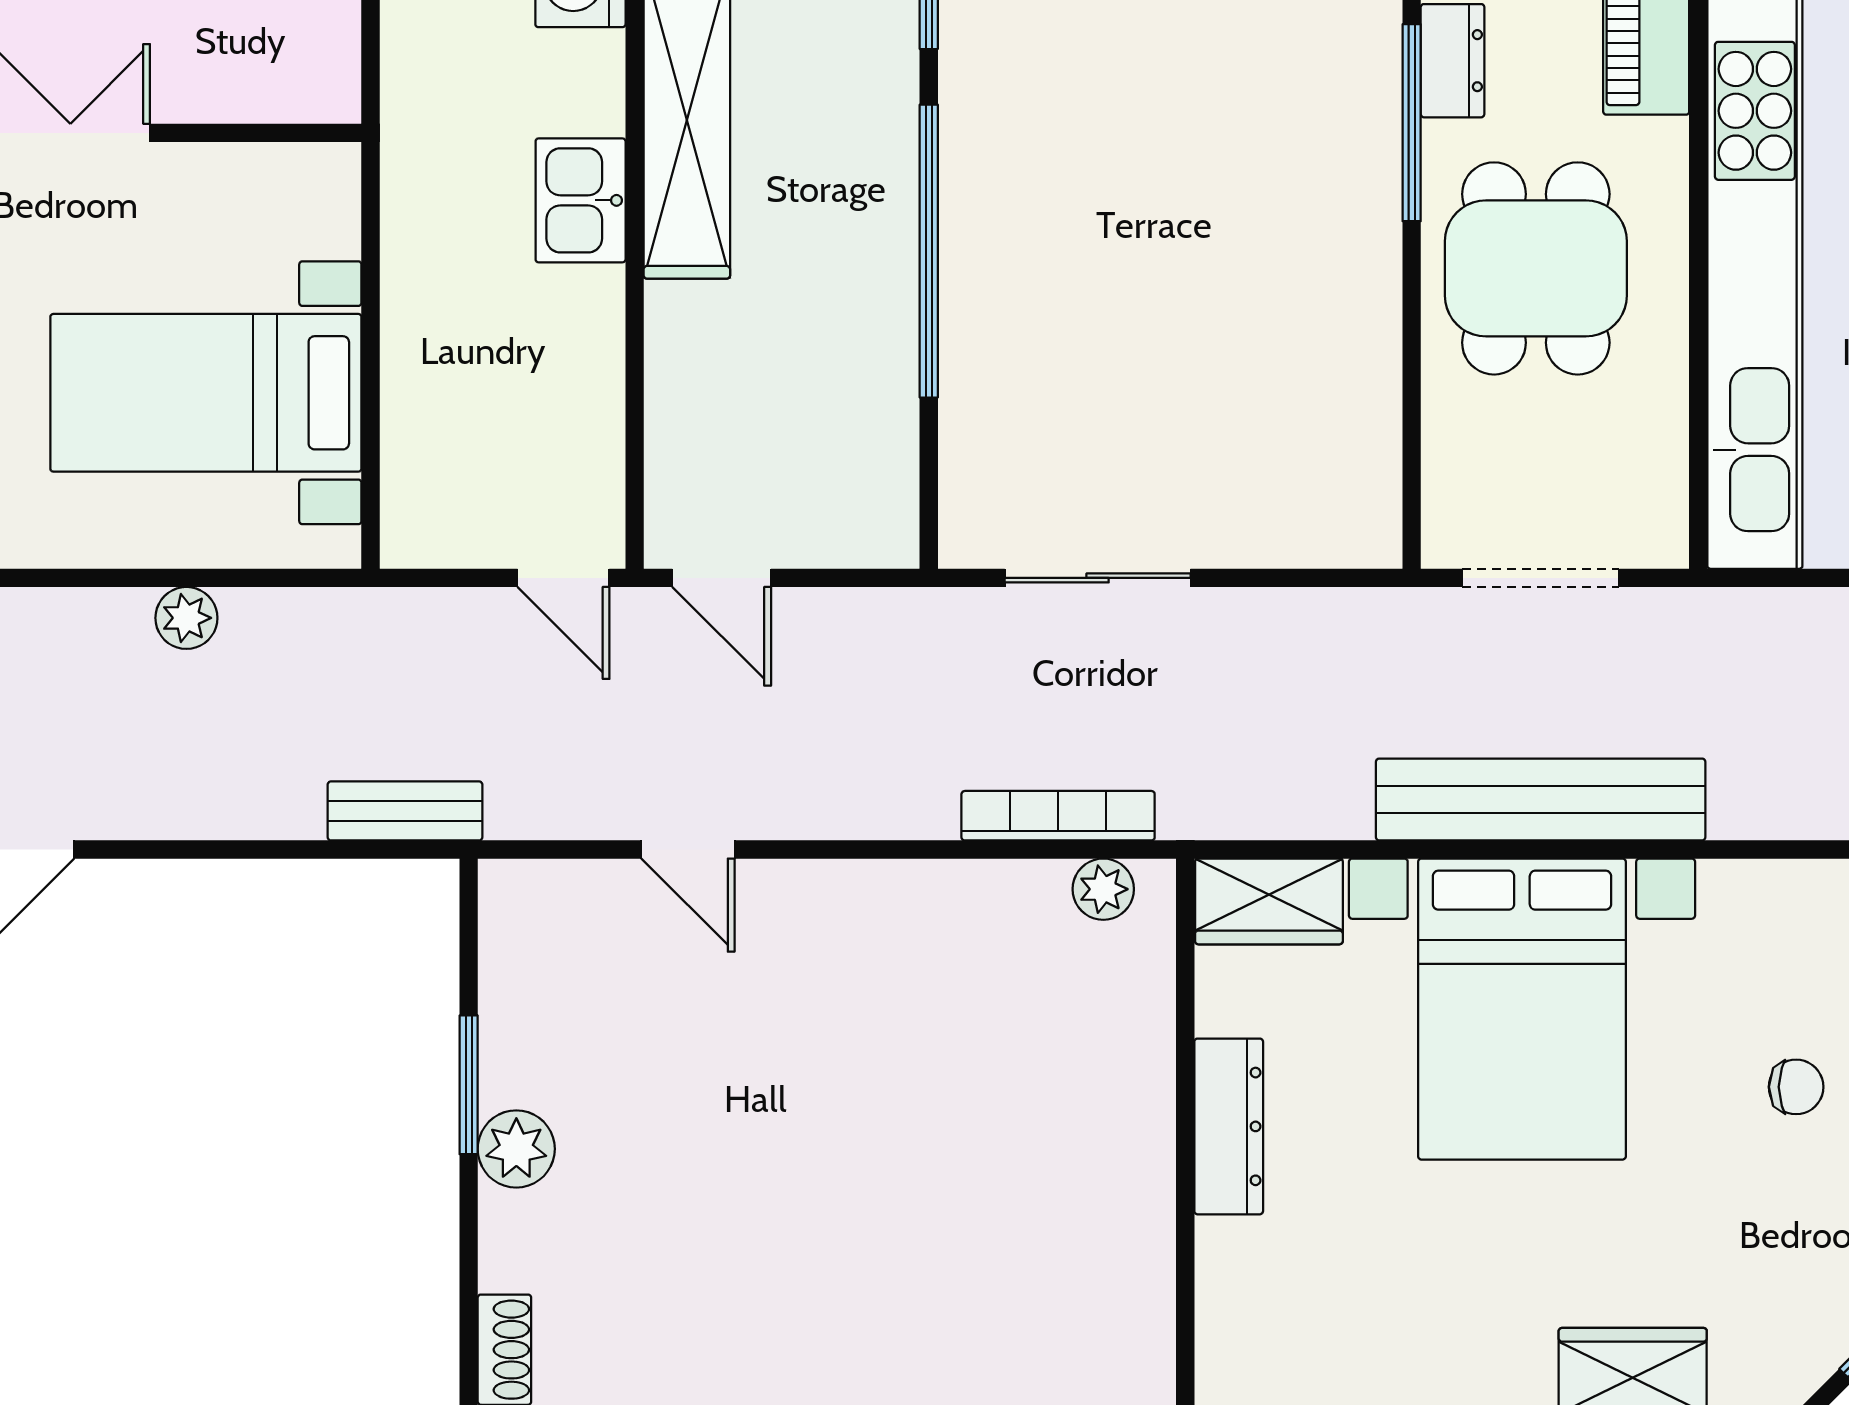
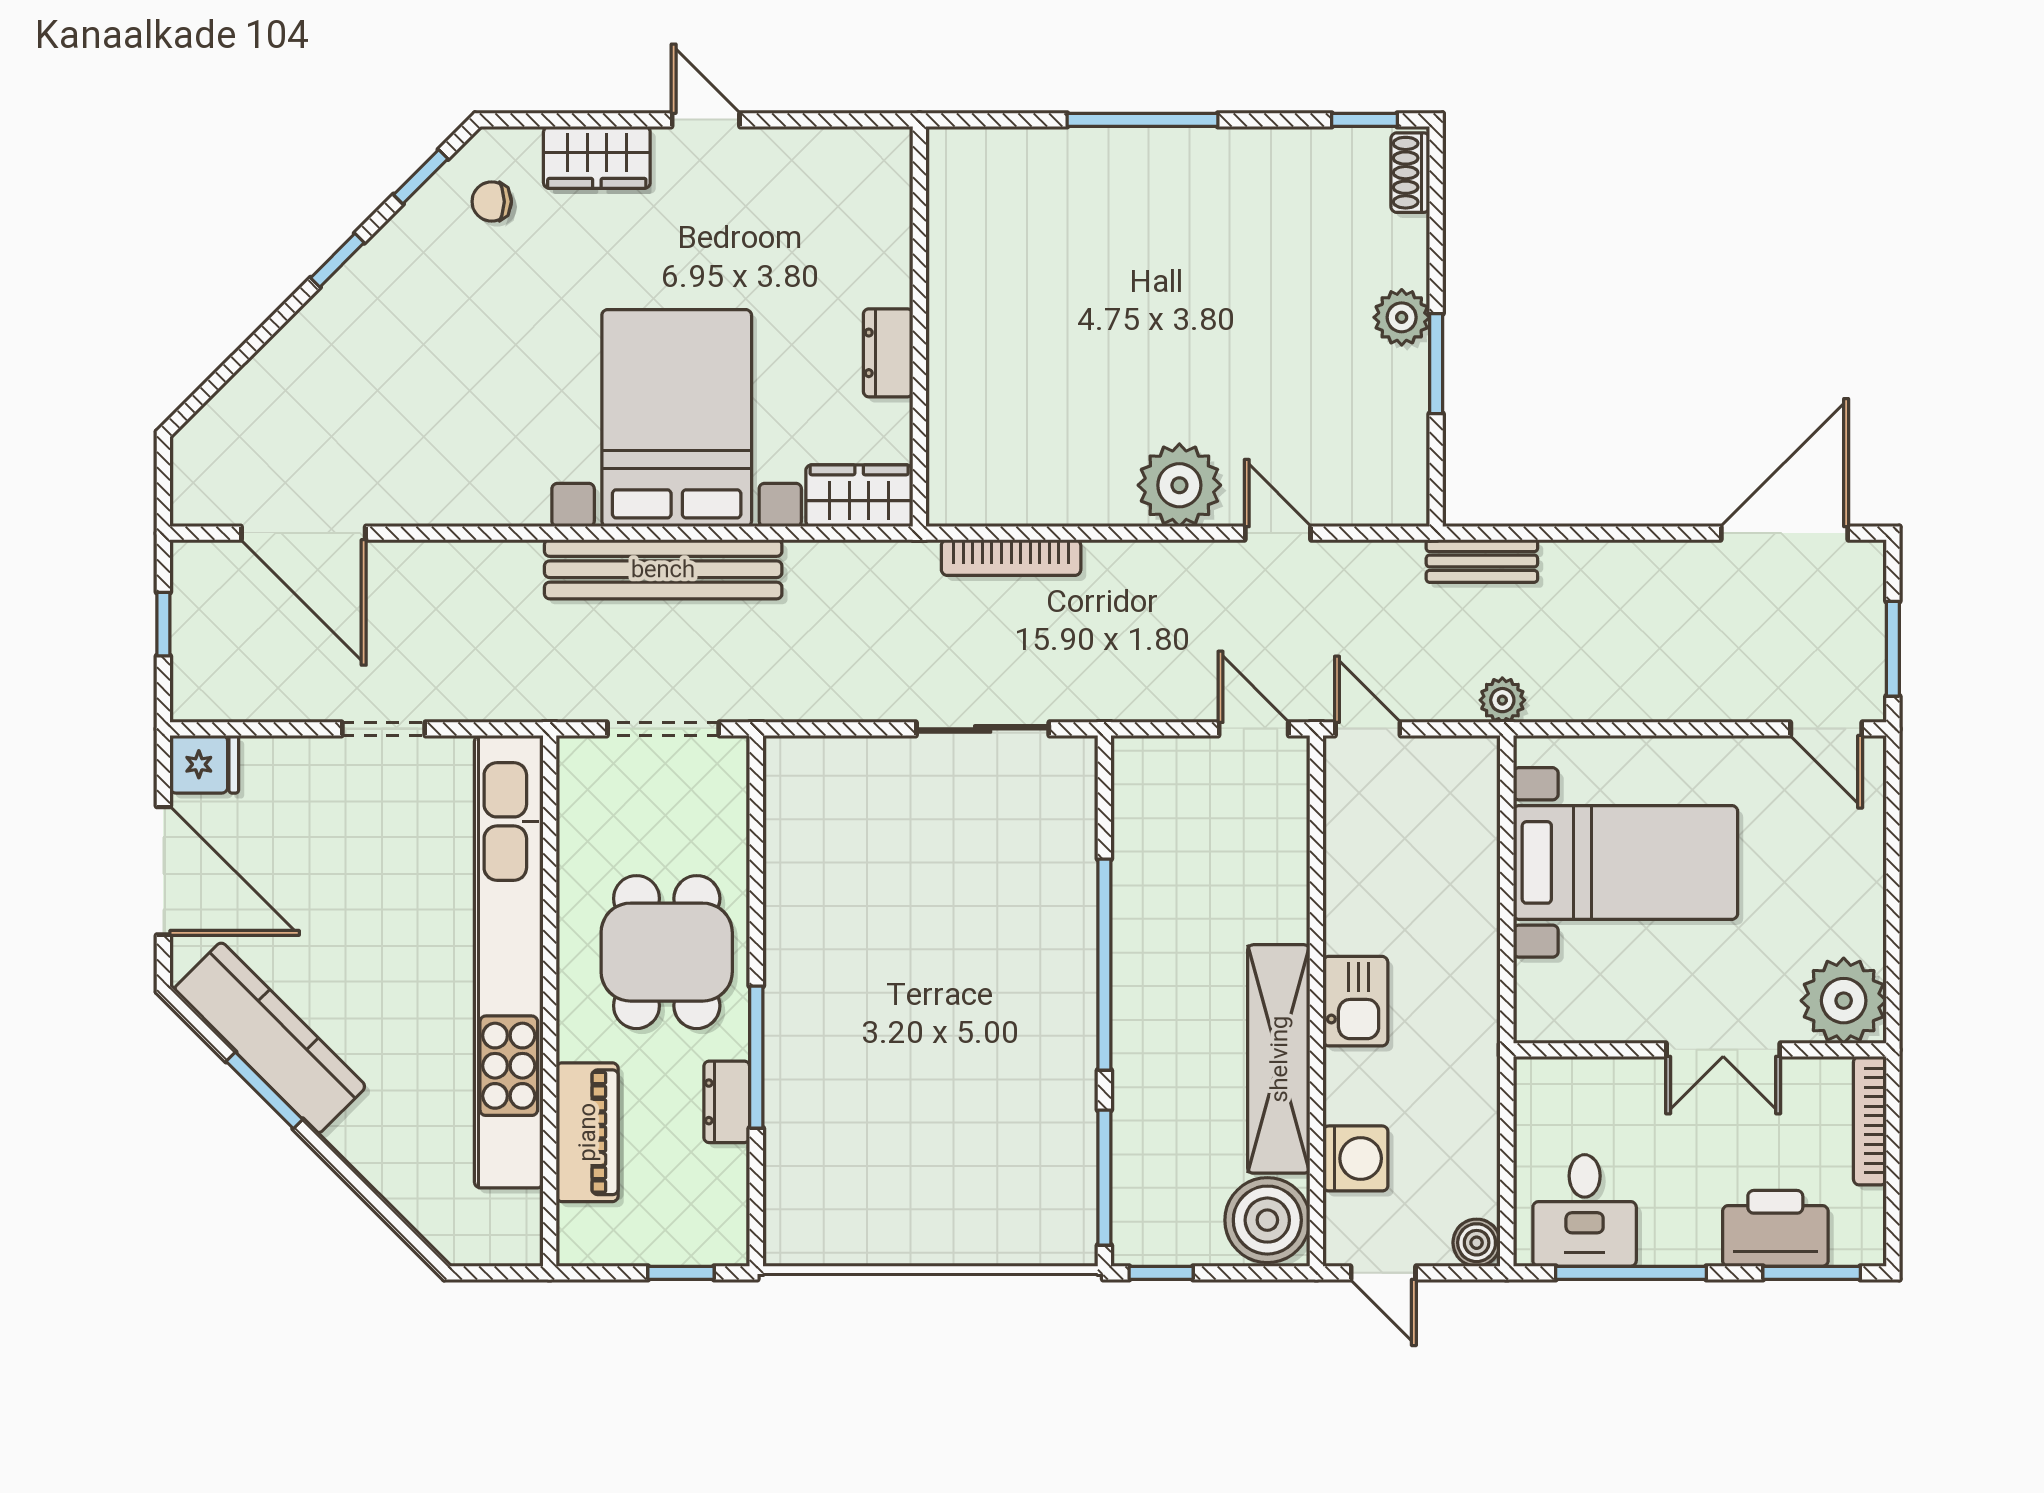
plant: (186, 618) -> (1502, 700), moved
plant: (1103, 889) -> (1179, 485), moved, width x1.87, depth x1.87
chair: (1796, 1087) -> (492, 202), moved
dresser: (1229, 1126) -> (888, 353), width x0.70

